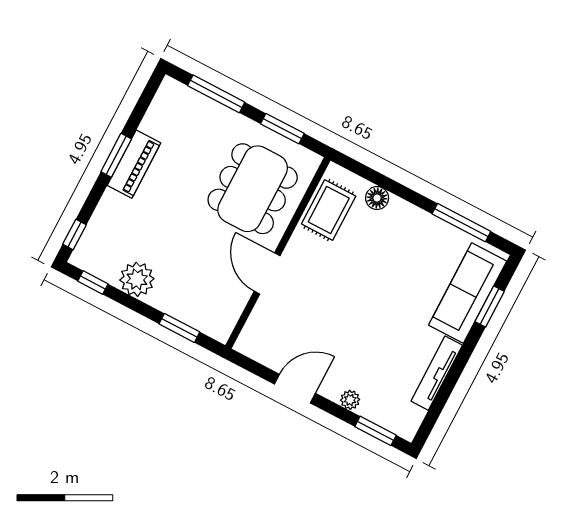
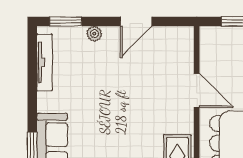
tv unit: (437, 373) -> (44, 62), moved

